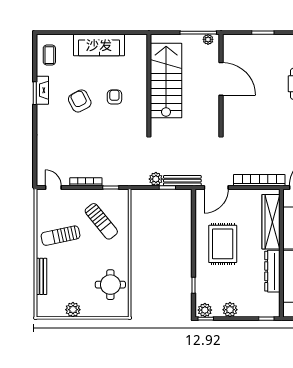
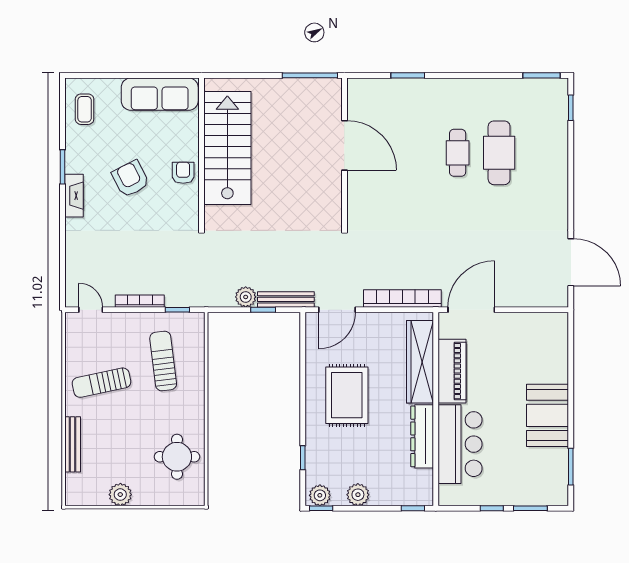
plant: (208, 39) -> (325, 86), removed
stairs: (166, 81) -> (227, 148), moved
wall: (149, 84) -> (201, 153), moved
fireplace: (42, 90) -> (74, 196), moved
sun lounger: (101, 221) -> (163, 361), turned -148

